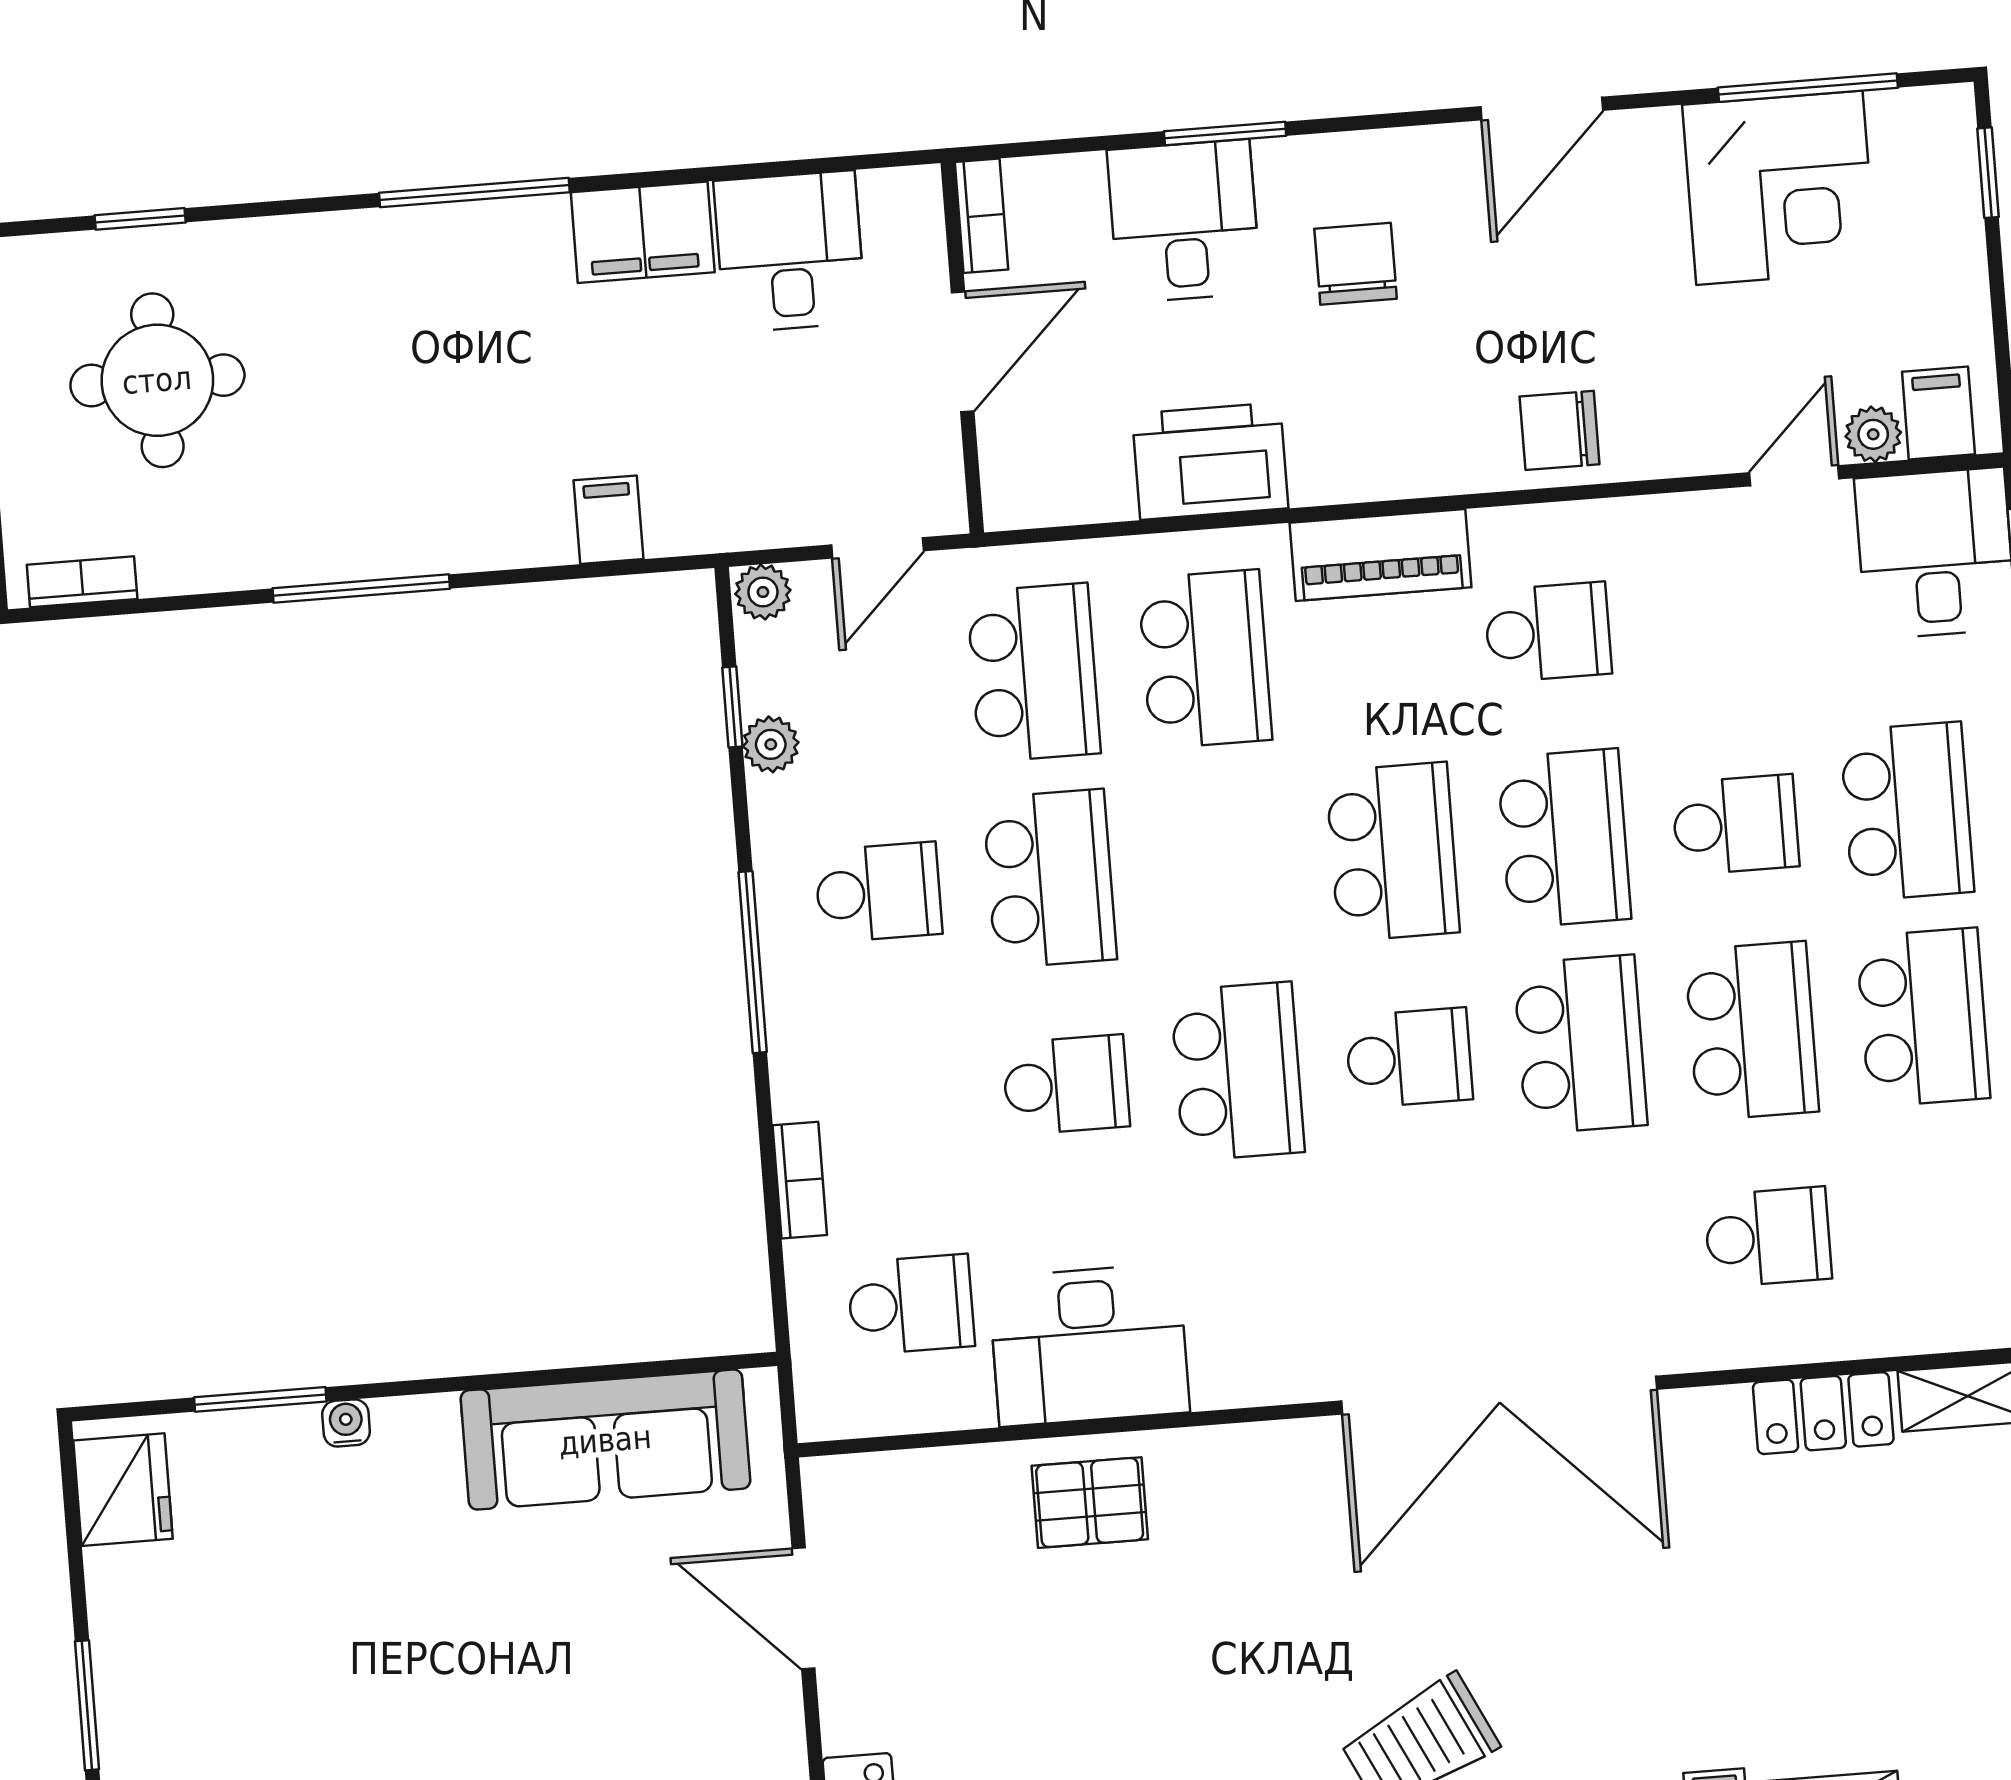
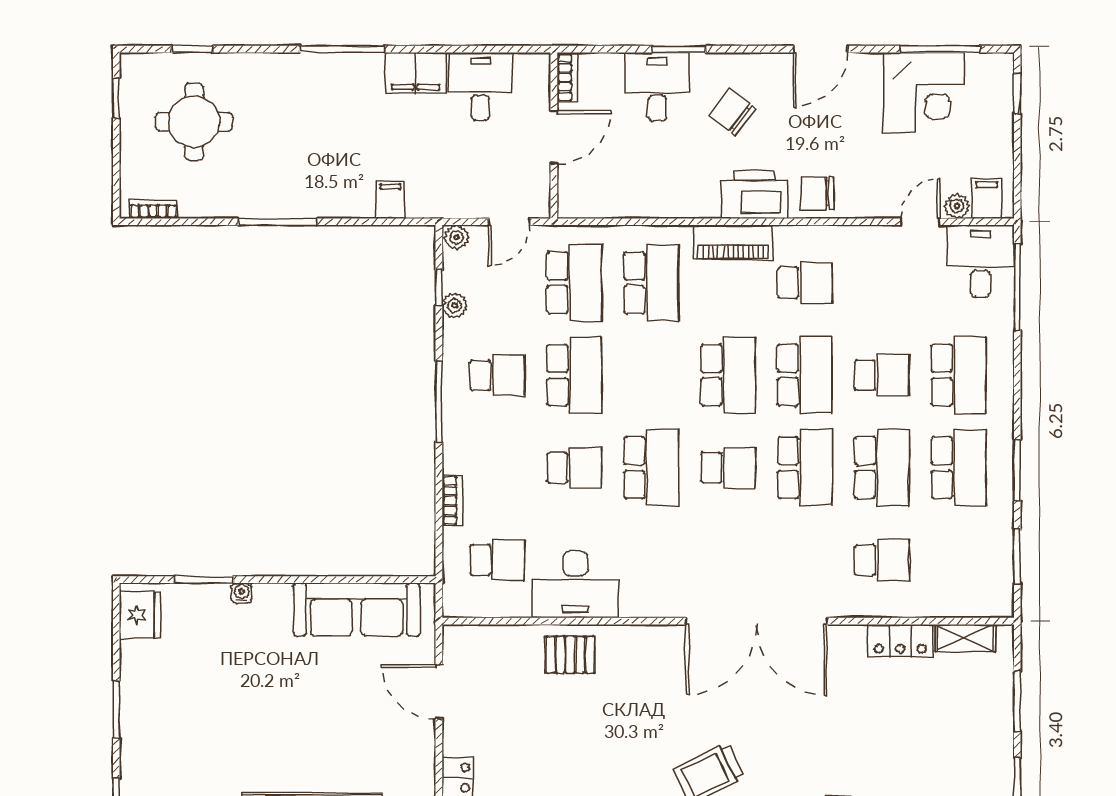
chair: (1356, 264) -> (732, 112), turned -52
printer: (1210, 461) -> (755, 195), moved

